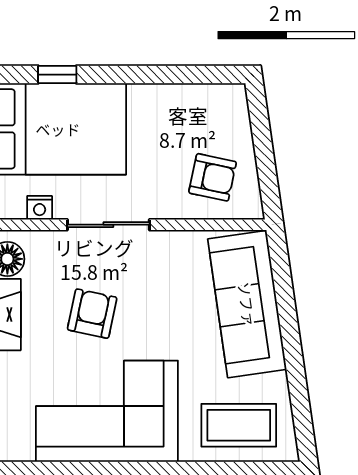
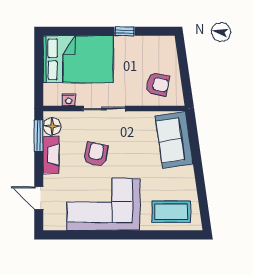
window: (57, 75) -> (124, 31), moved
sofa: (247, 304) -> (174, 140), width x0.73

